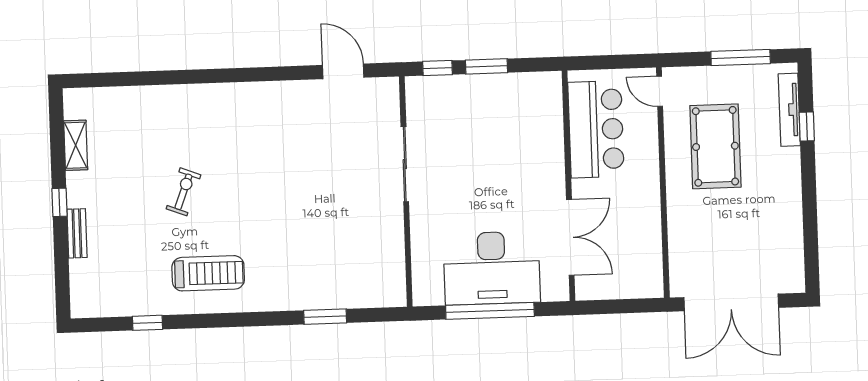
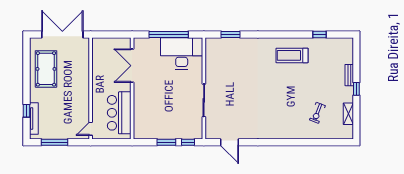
door: (660, 91) -> (91, 129), swing flipped
pool table: (715, 146) -> (46, 69), moved
exercise bike: (183, 192) -> (317, 113), moved
desk: (492, 268) -> (182, 53), moved
window: (325, 317) -> (231, 35), moved

